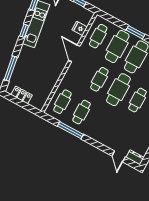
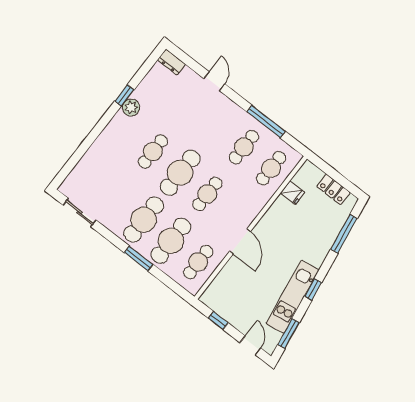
fridge: (80, 28) -> (293, 193), moved
door: (119, 156) -> (214, 81), moved

